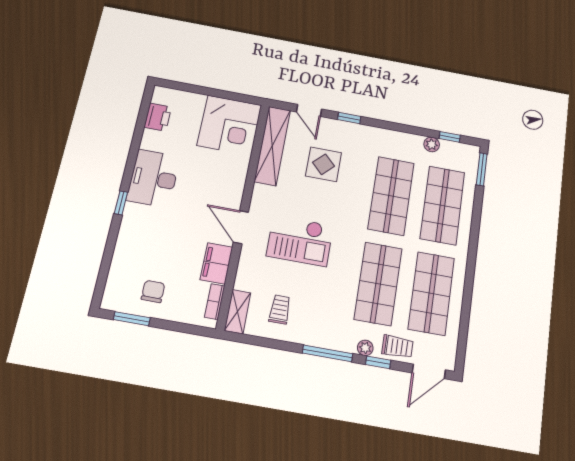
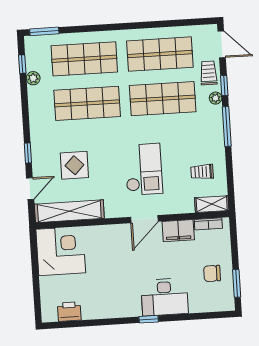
desk: (153, 178) -> (165, 297), moved

